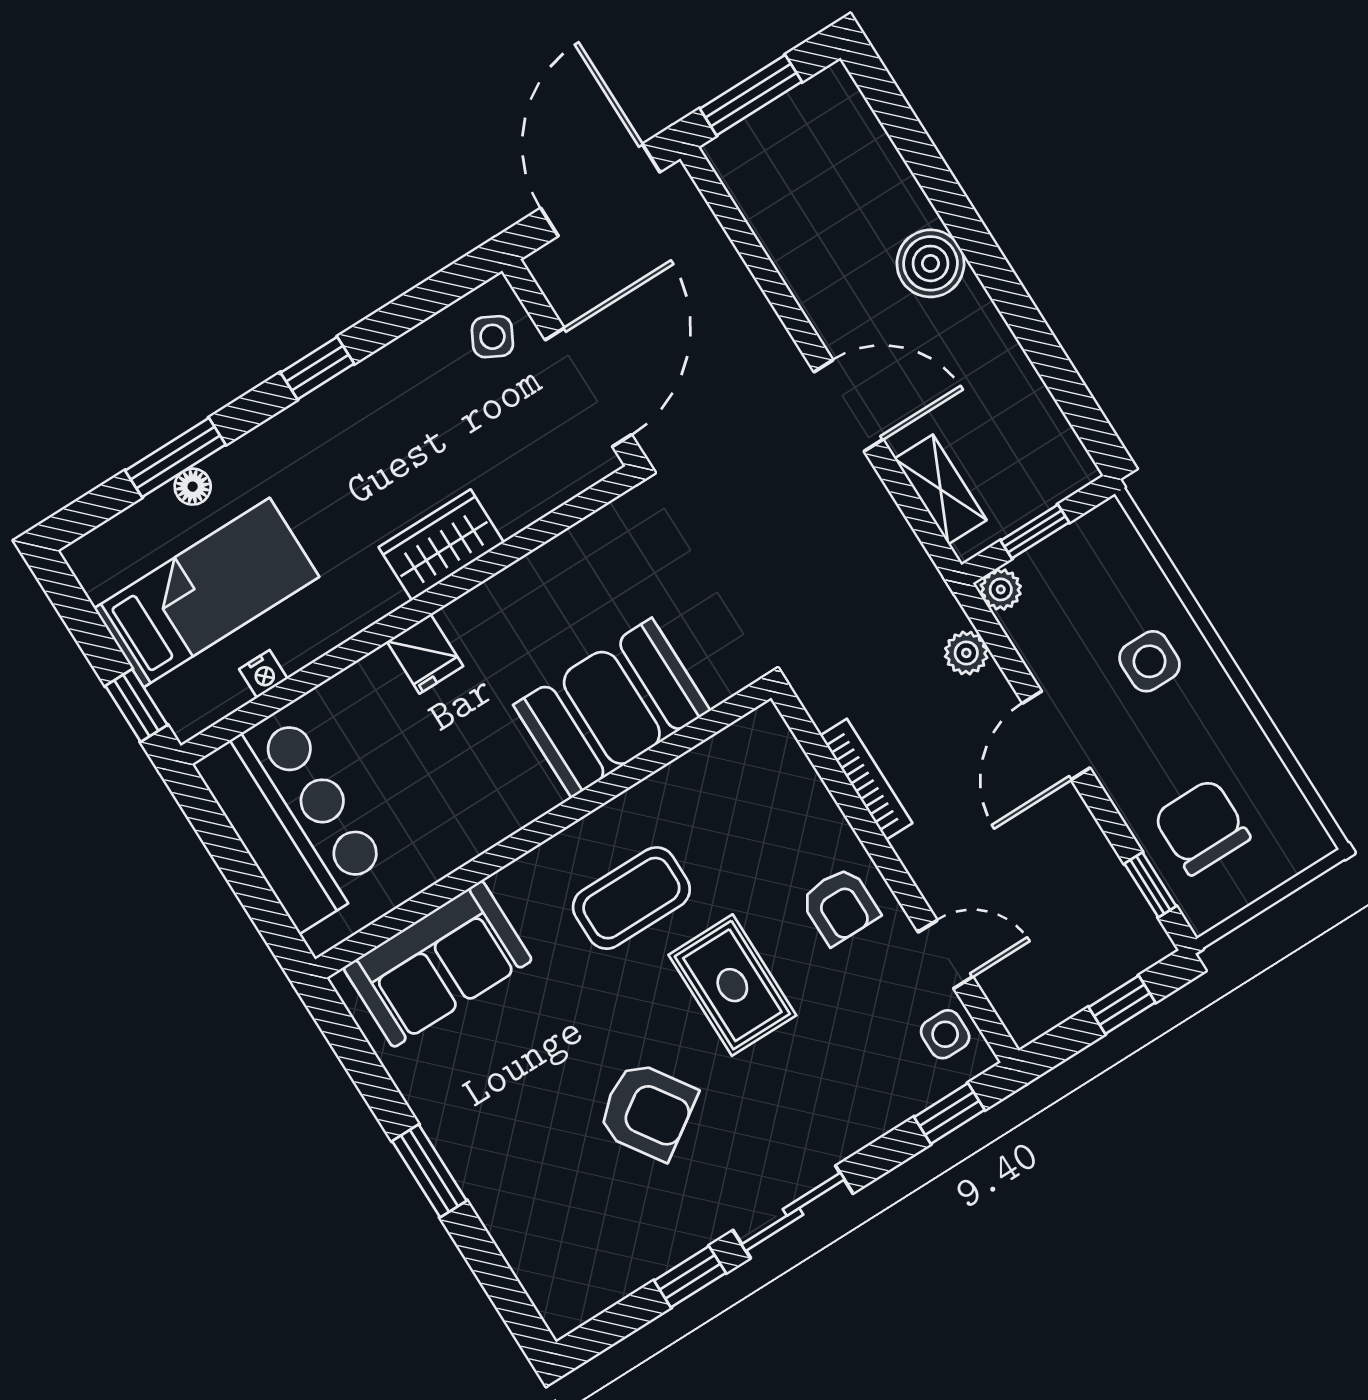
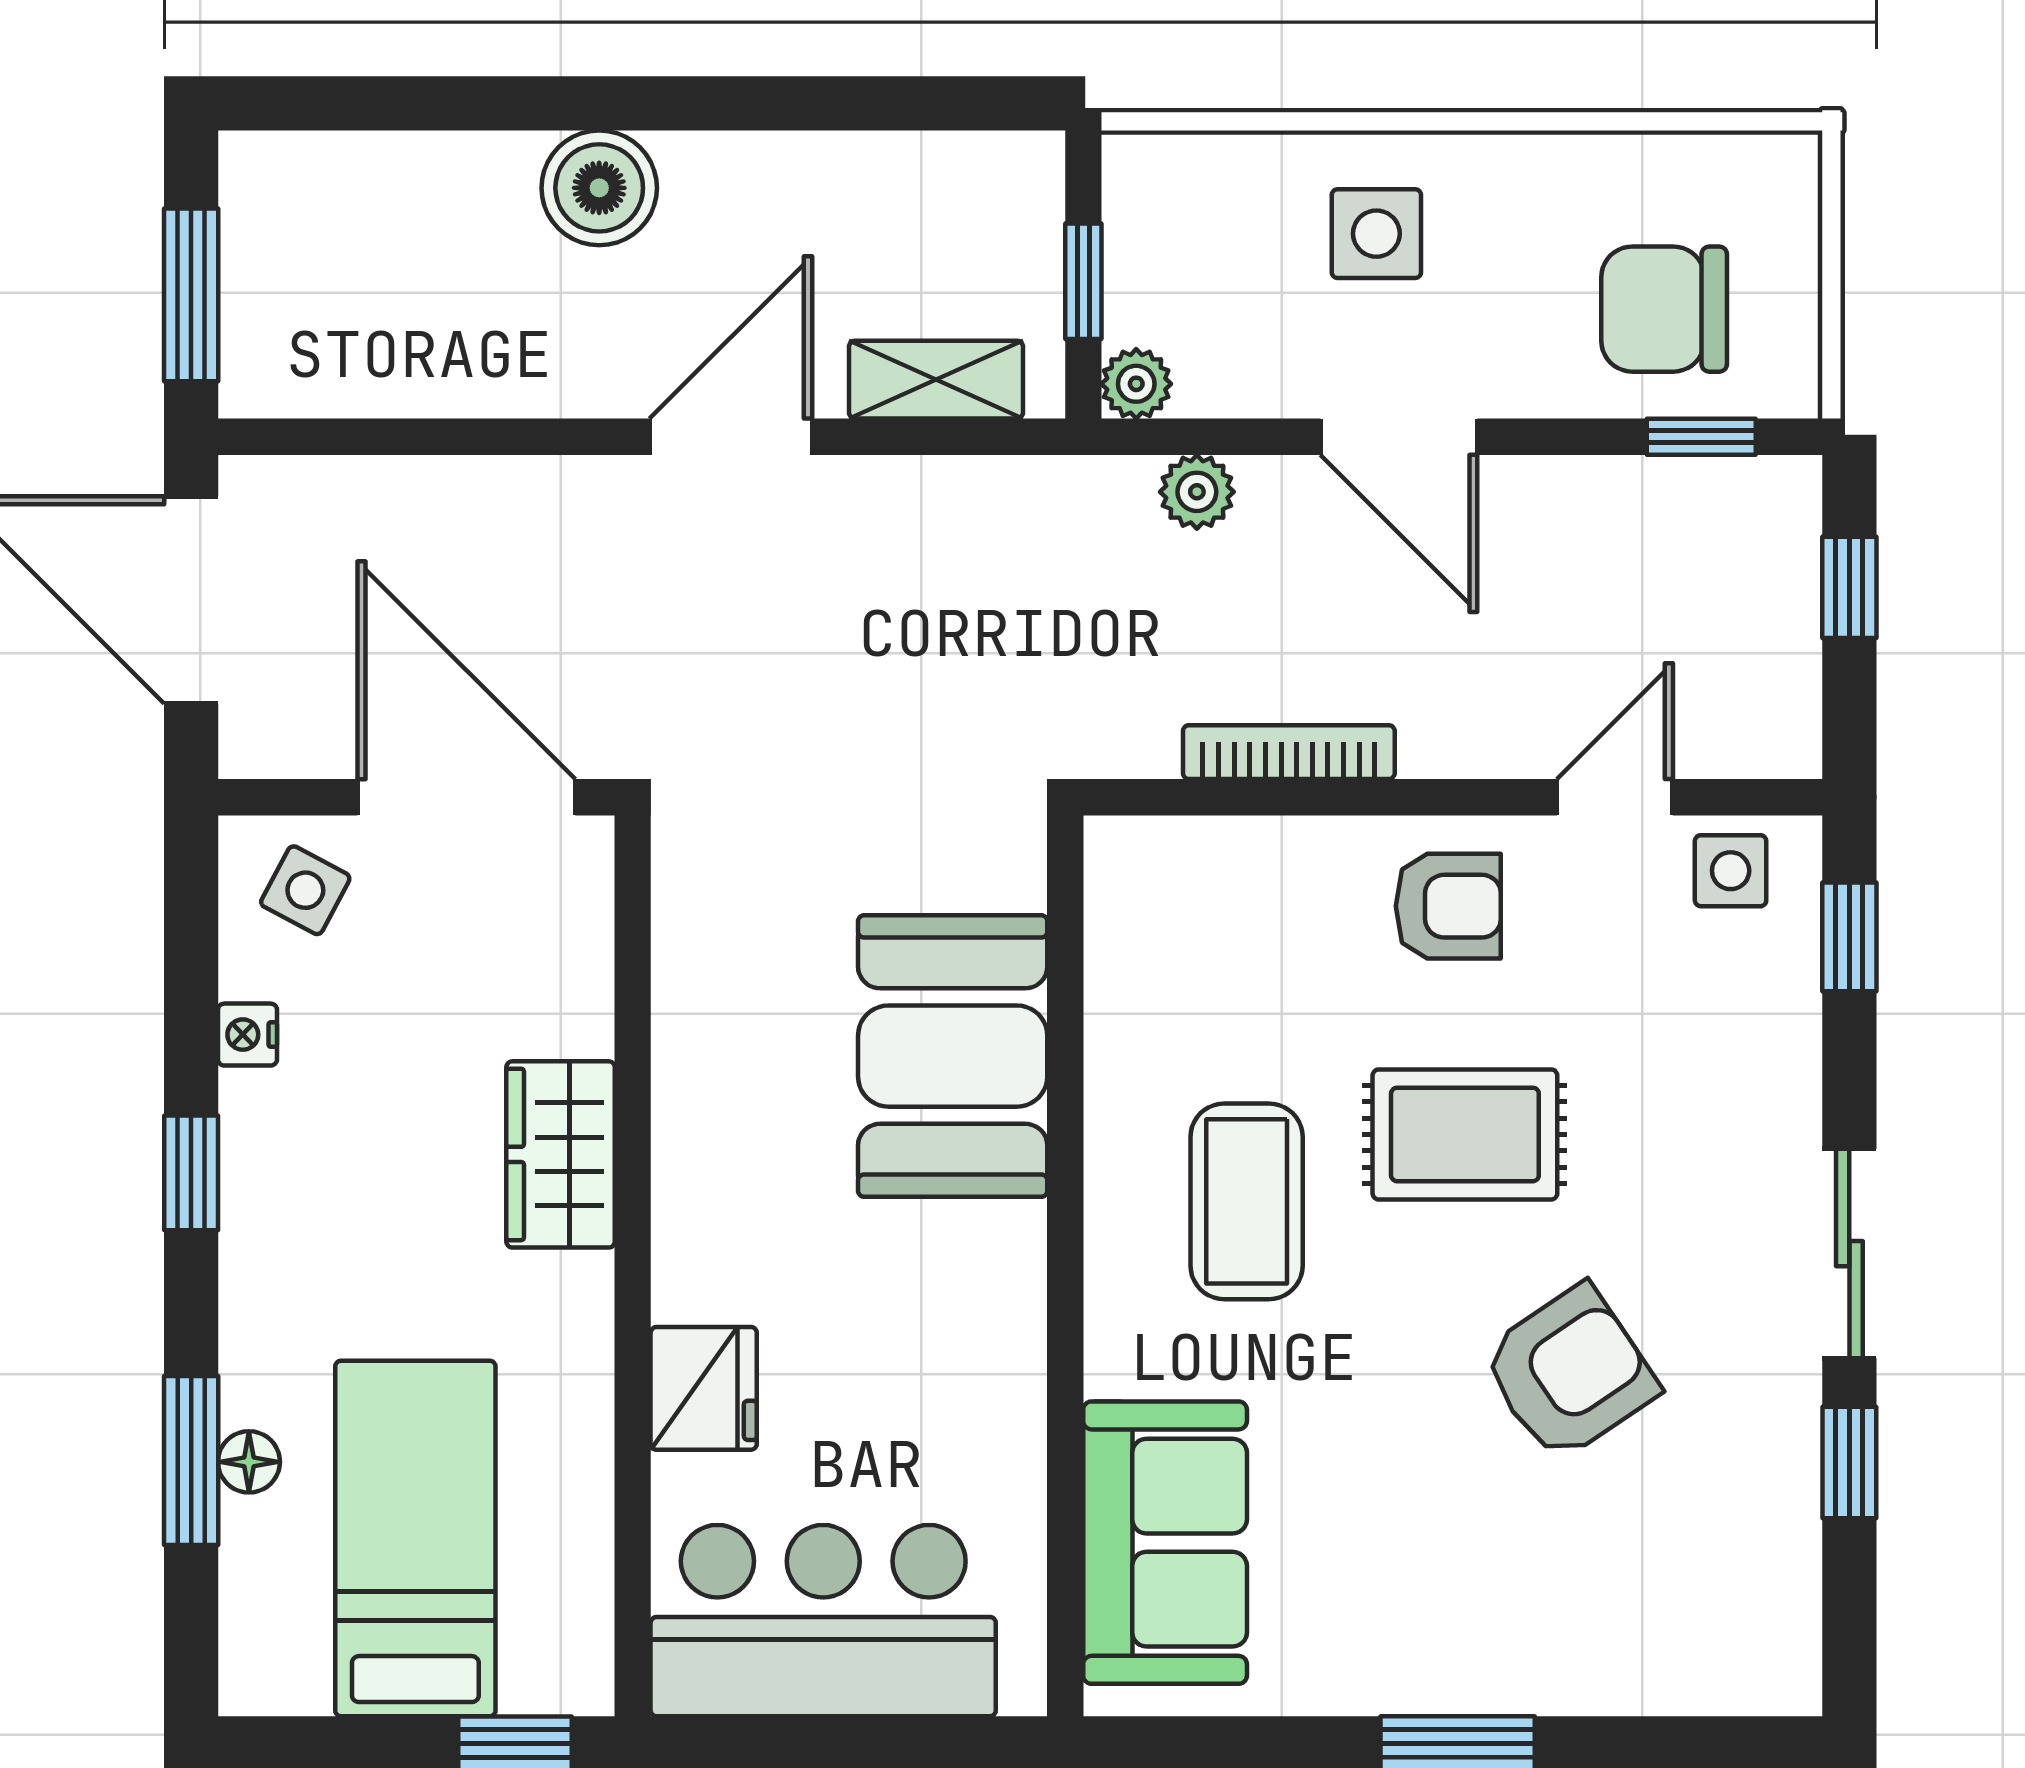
fridge: (425, 654) -> (704, 1388), moved, width x1.38
nightstand: (263, 674) -> (247, 1035), moved, turned 180

